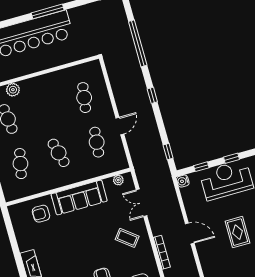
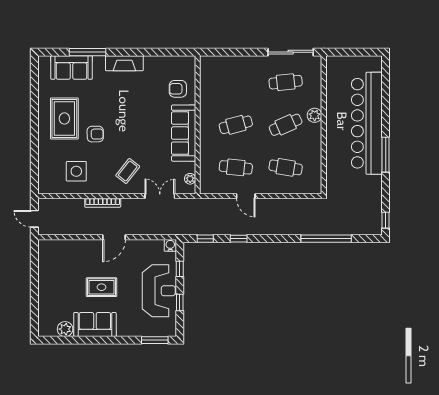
plant: (13, 90) -> (315, 115), moved
window: (152, 95) -> (239, 239), moved
cafe table: (20, 164) -> (286, 125), moved, turned -36
armchair: (41, 214) -> (178, 89), turned -90

